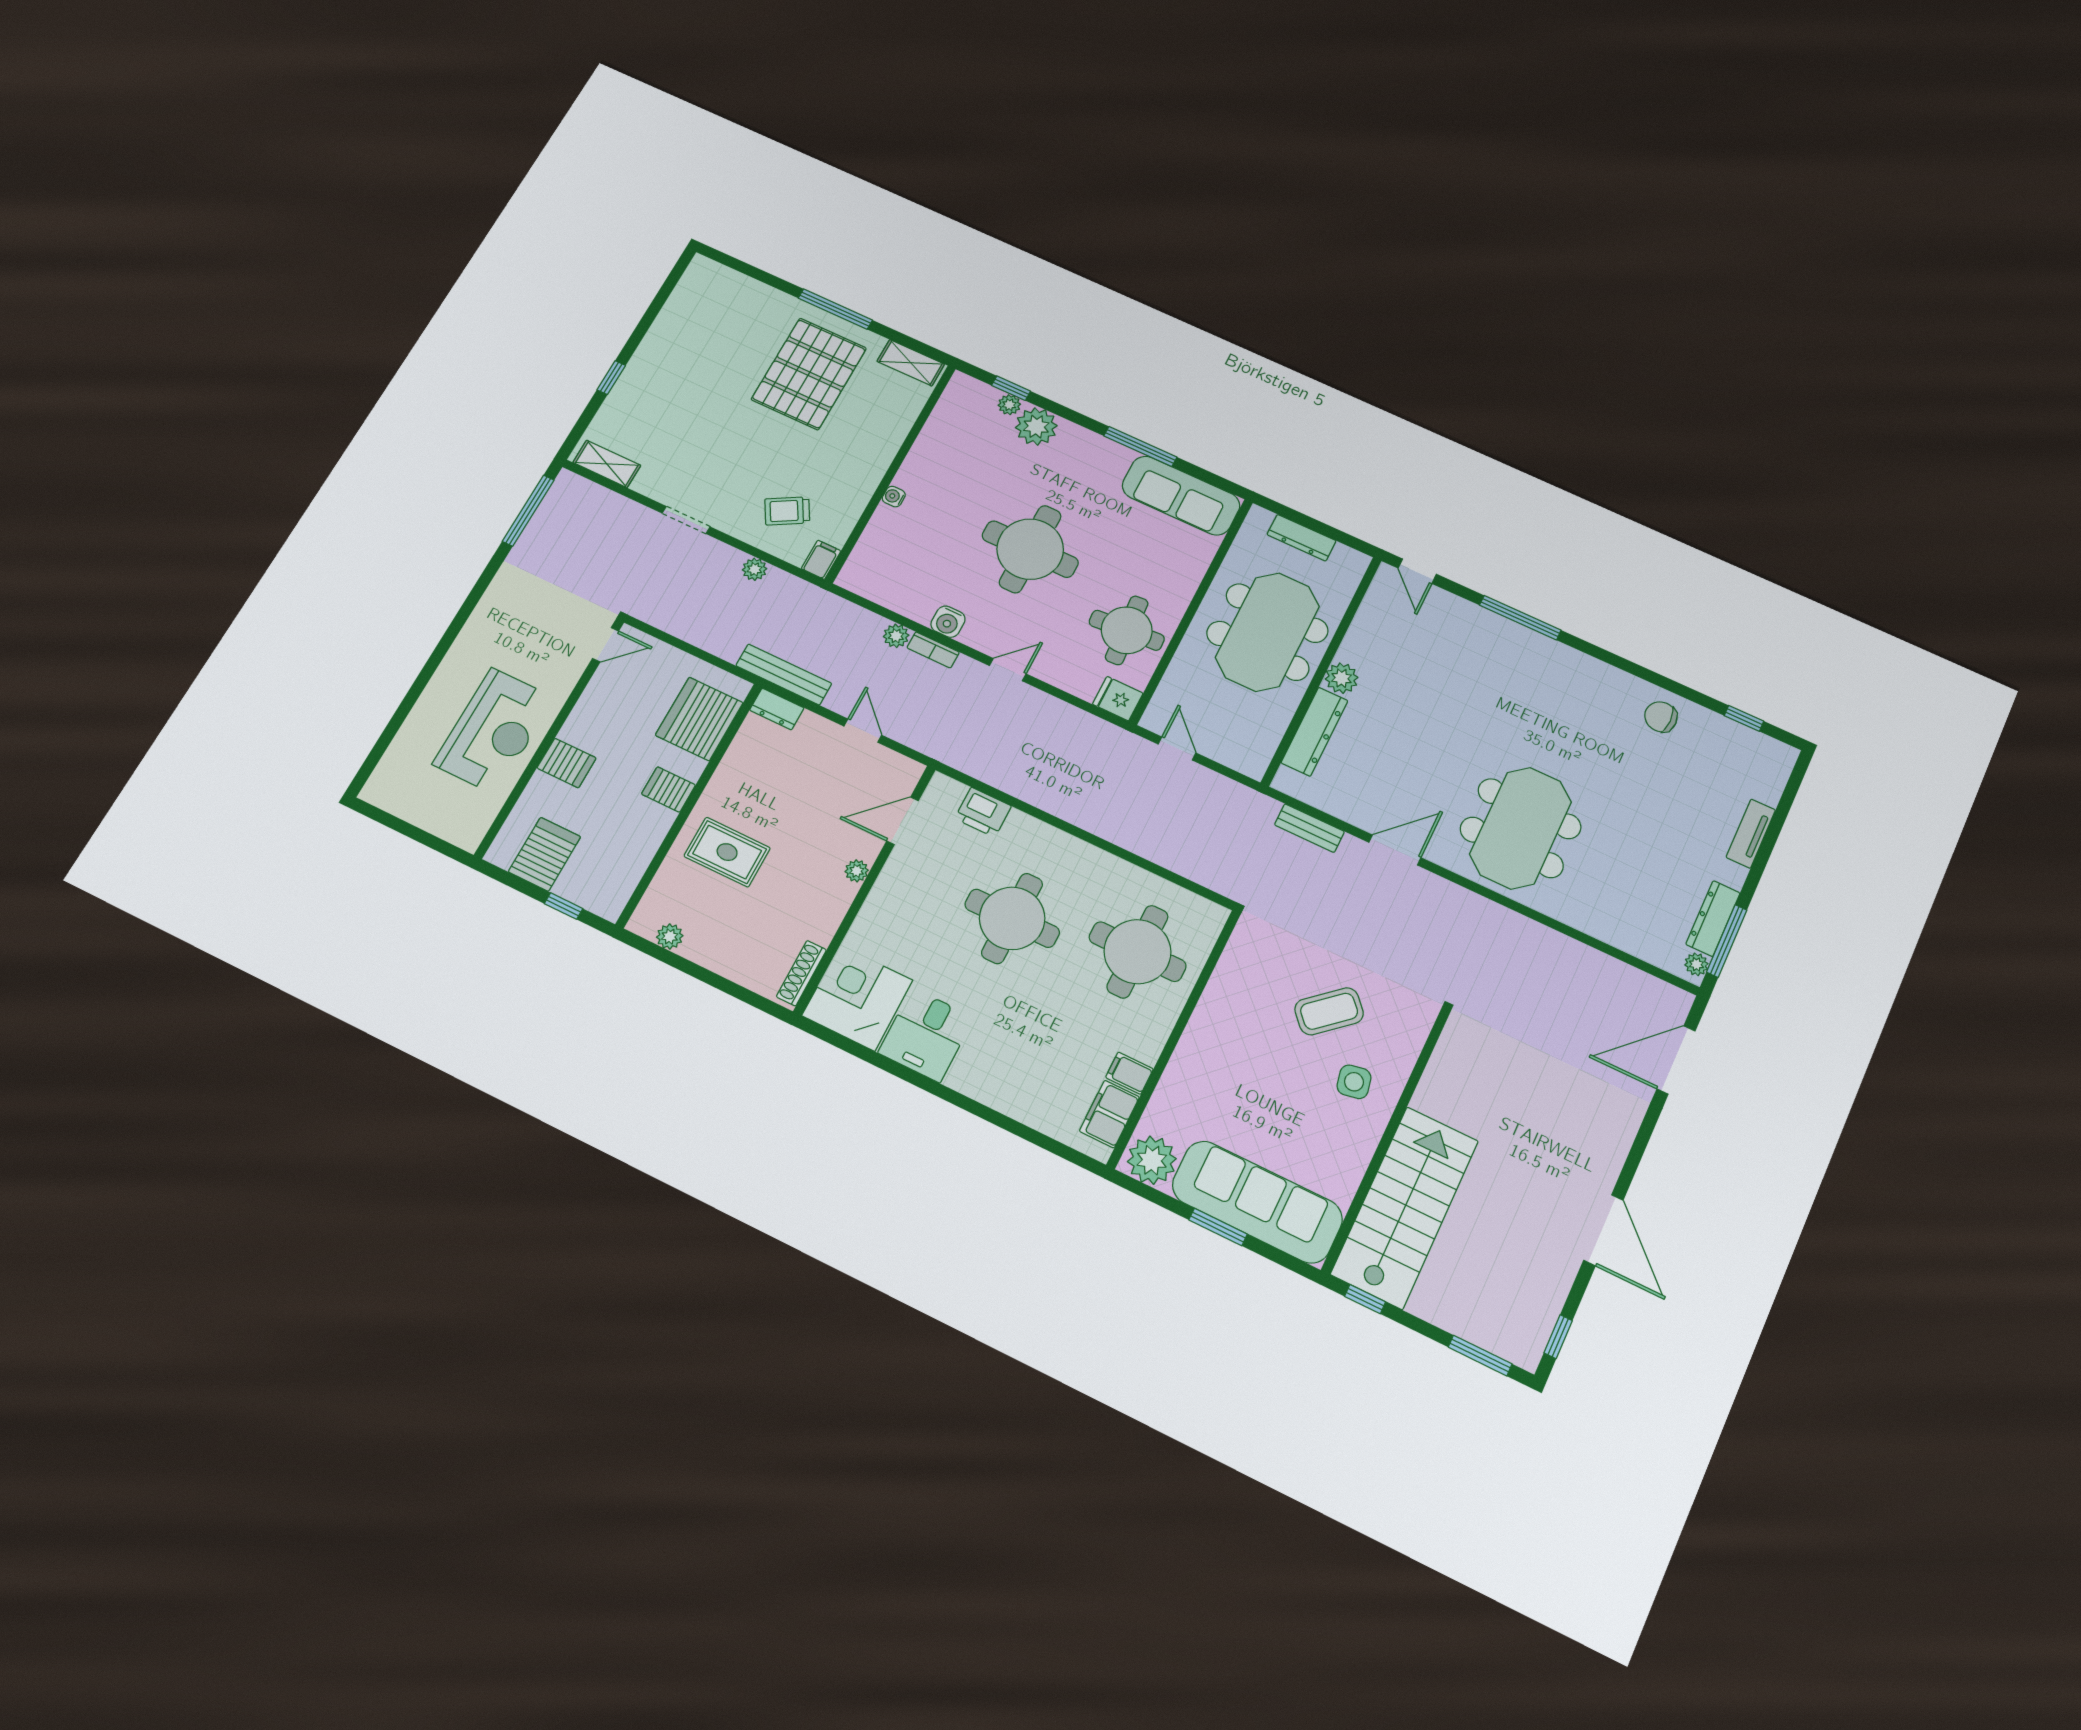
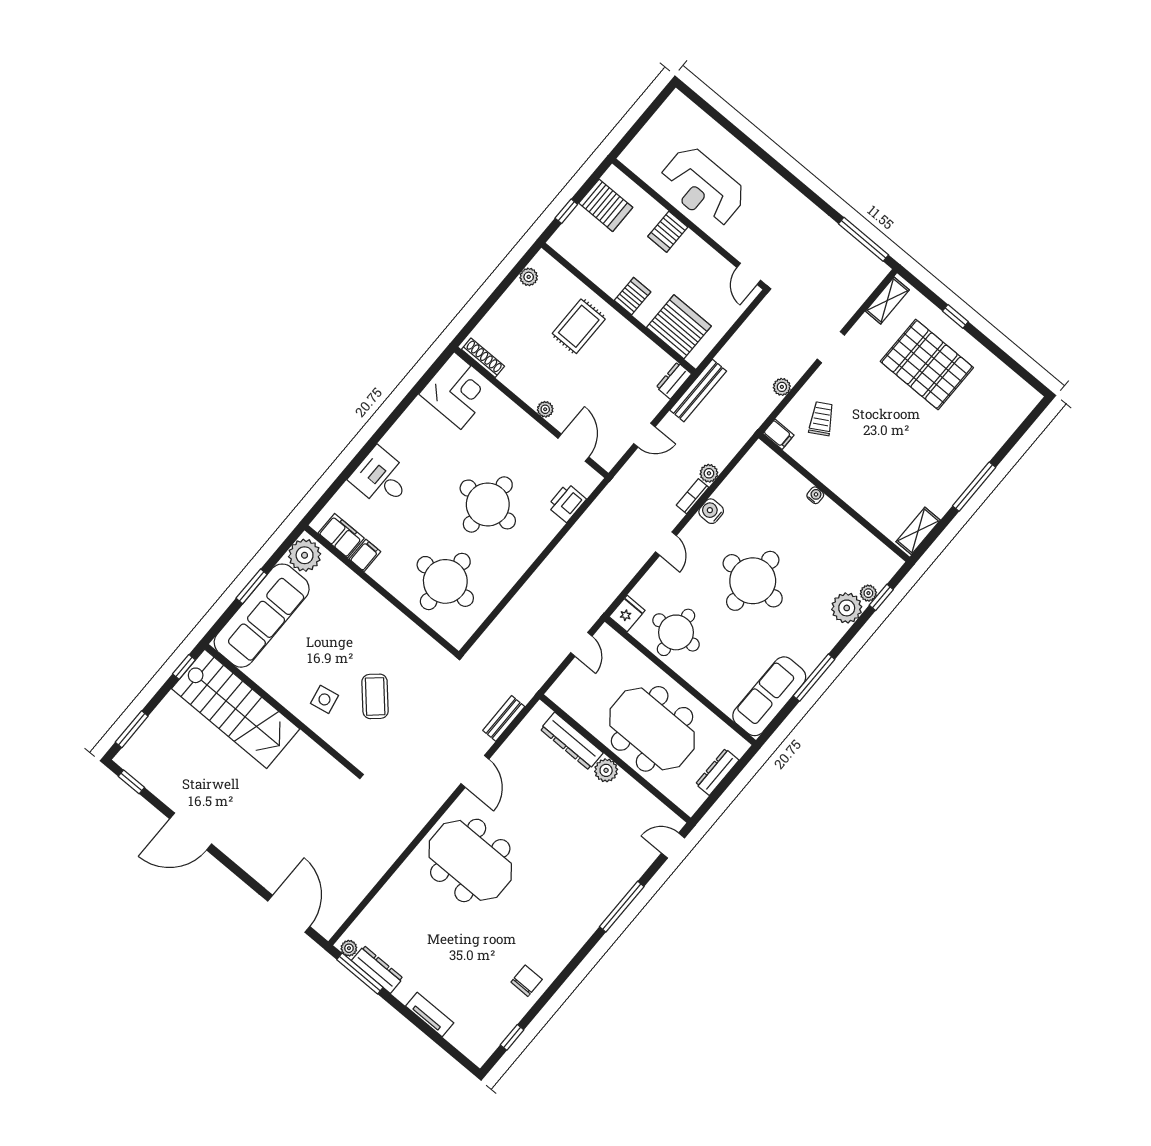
pallet: (809, 374) -> (927, 364), moved
door: (1177, 749) -> (581, 644), hinge flipped
desk: (926, 1035) -> (381, 478), moved

